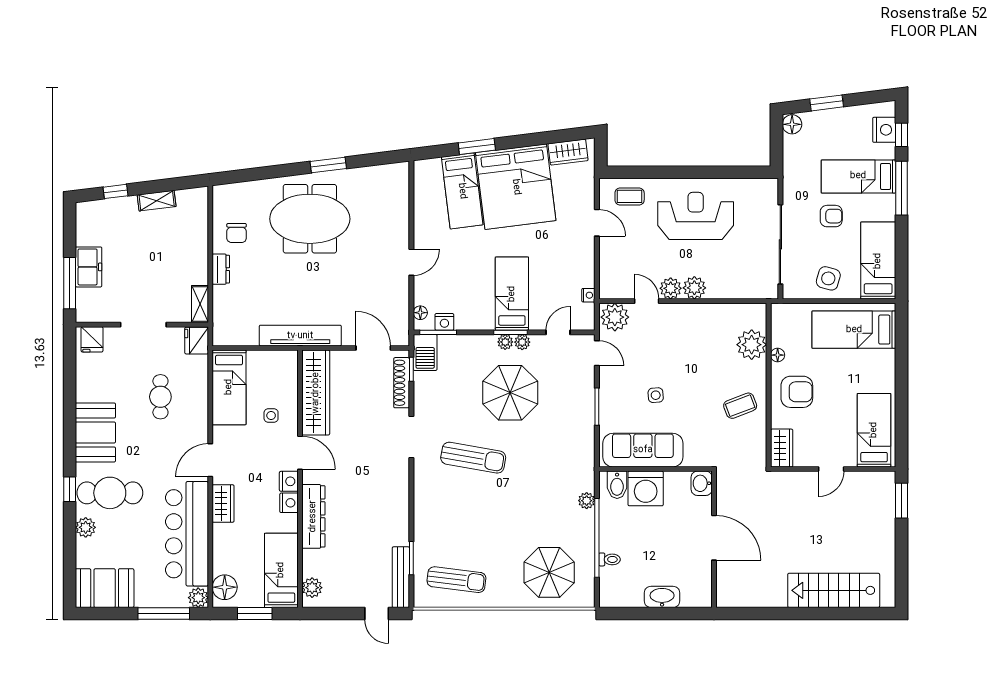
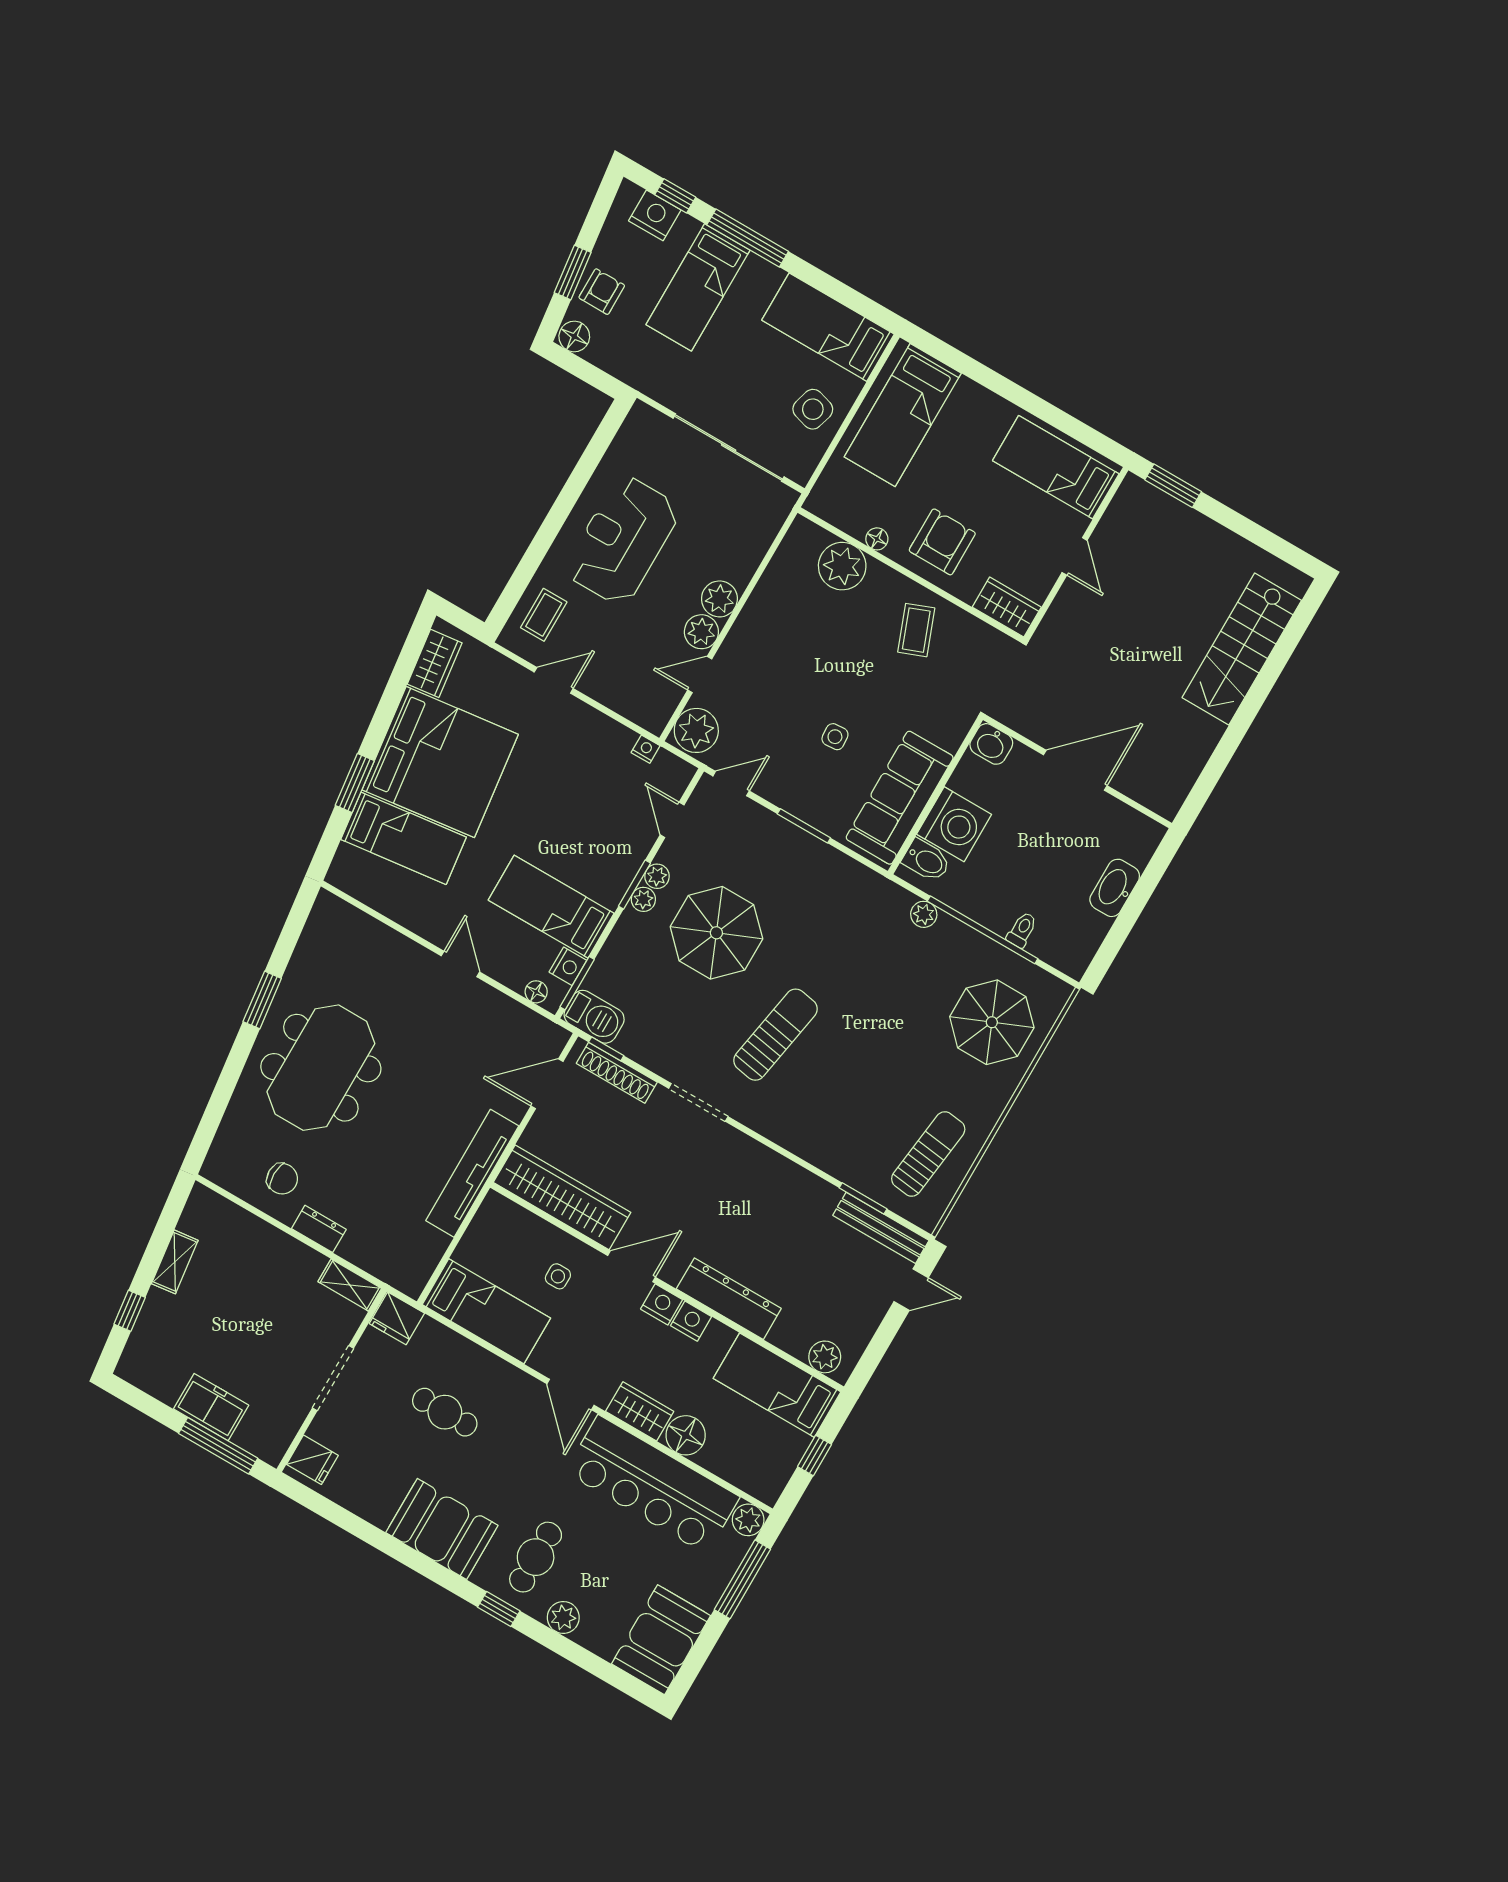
armchair: (831, 216) -> (602, 292), moved
bed: (512, 294) -> (551, 907), moved
cafe table: (110, 493) -> (536, 1557), width x0.73, depth x0.74
floor lamp: (225, 587) -> (686, 1435), moved
window: (255, 614) -> (815, 1455), width x0.67

